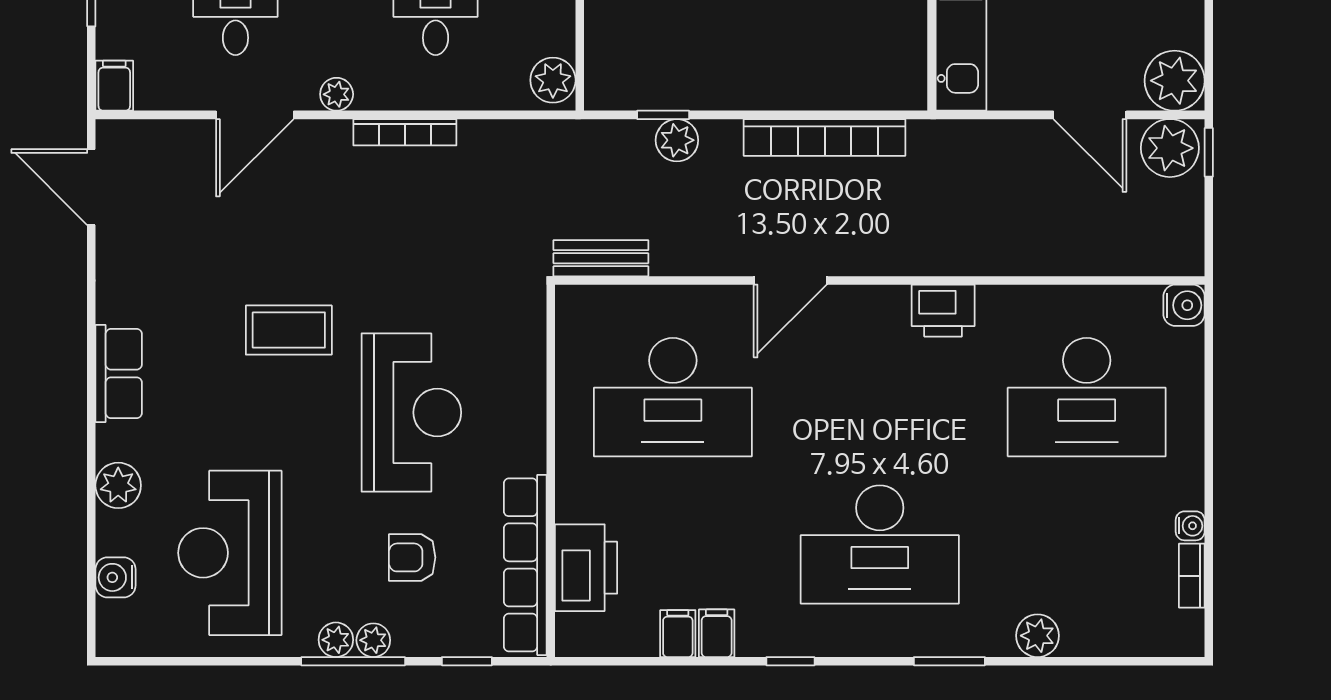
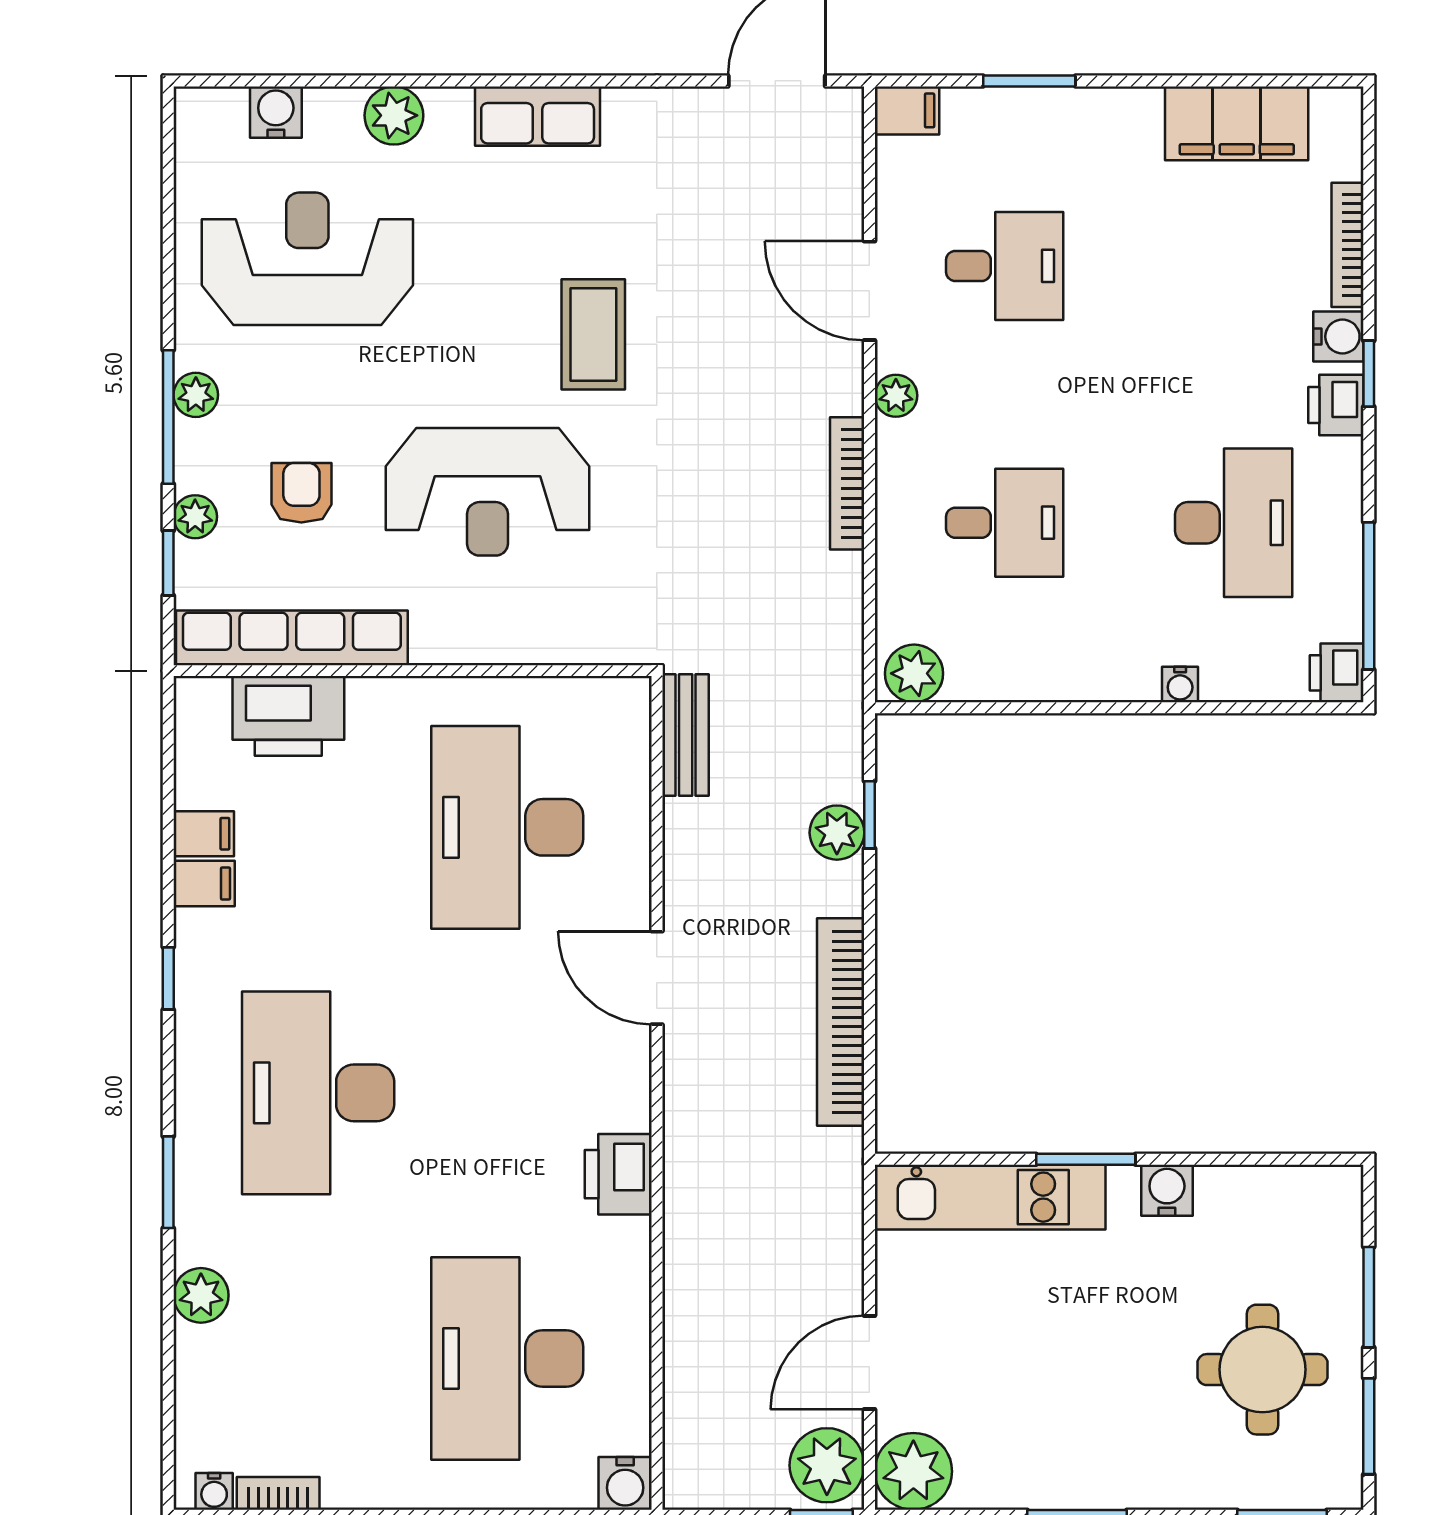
water cooler: (1190, 526) -> (214, 1491), moved
plant: (373, 640) -> (195, 517), moved

